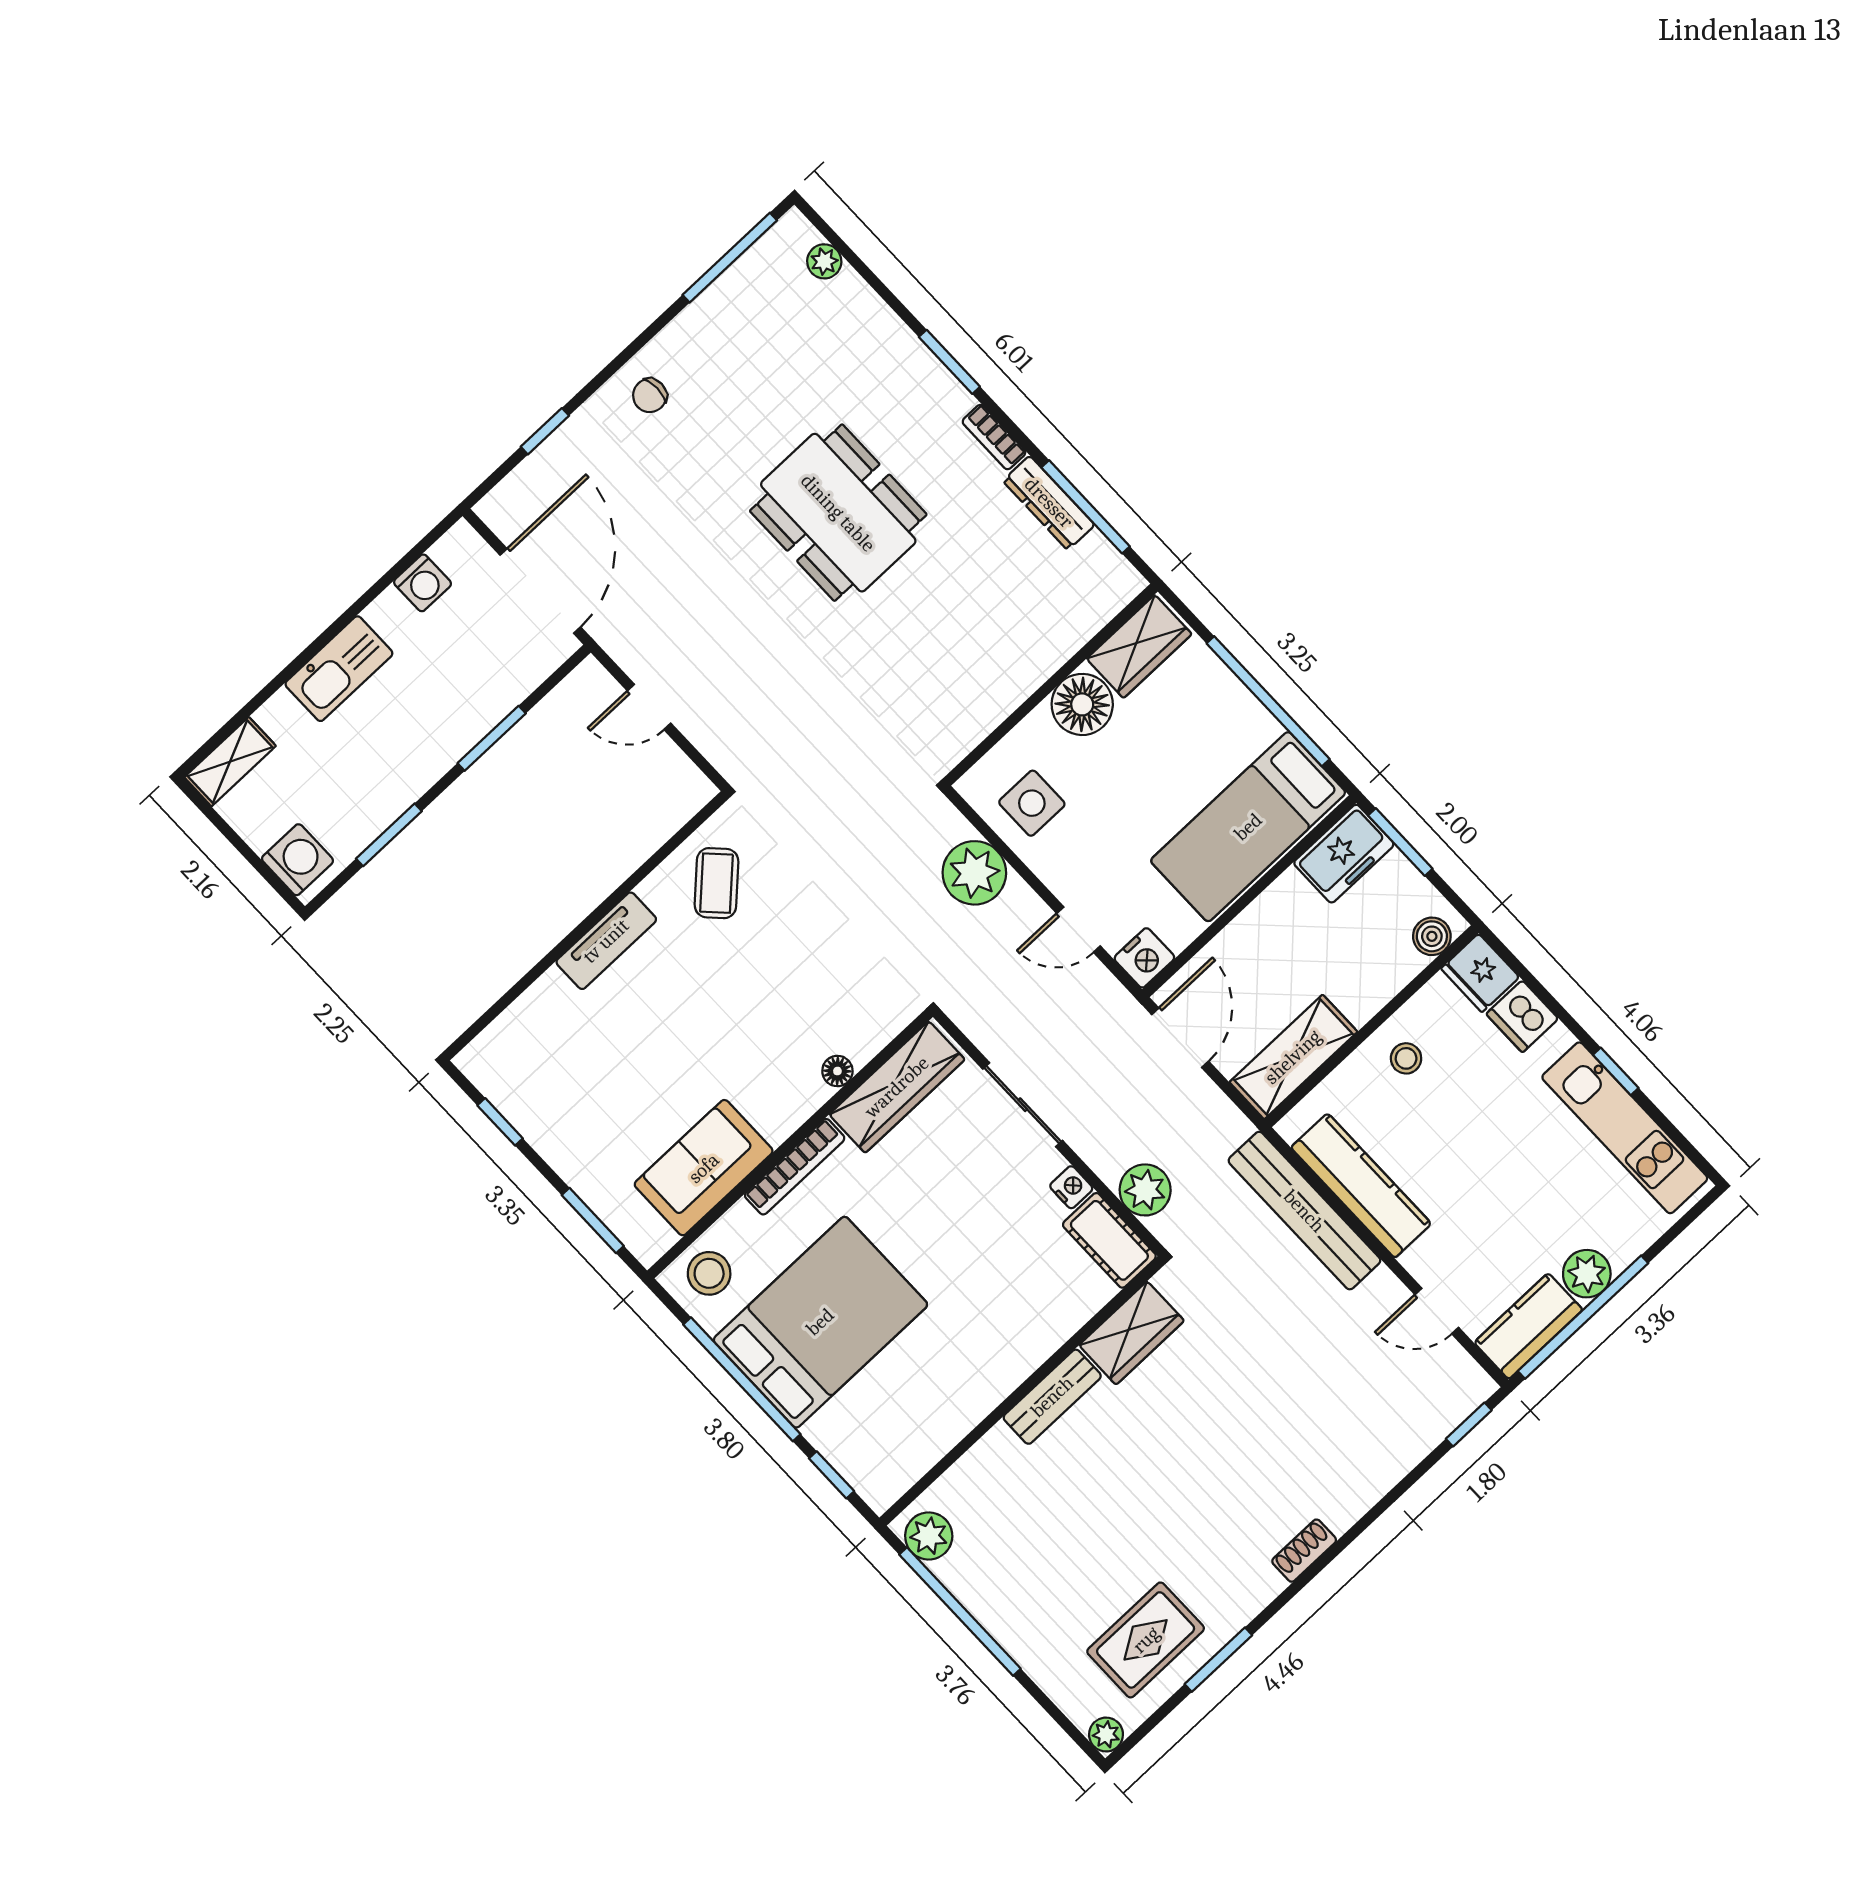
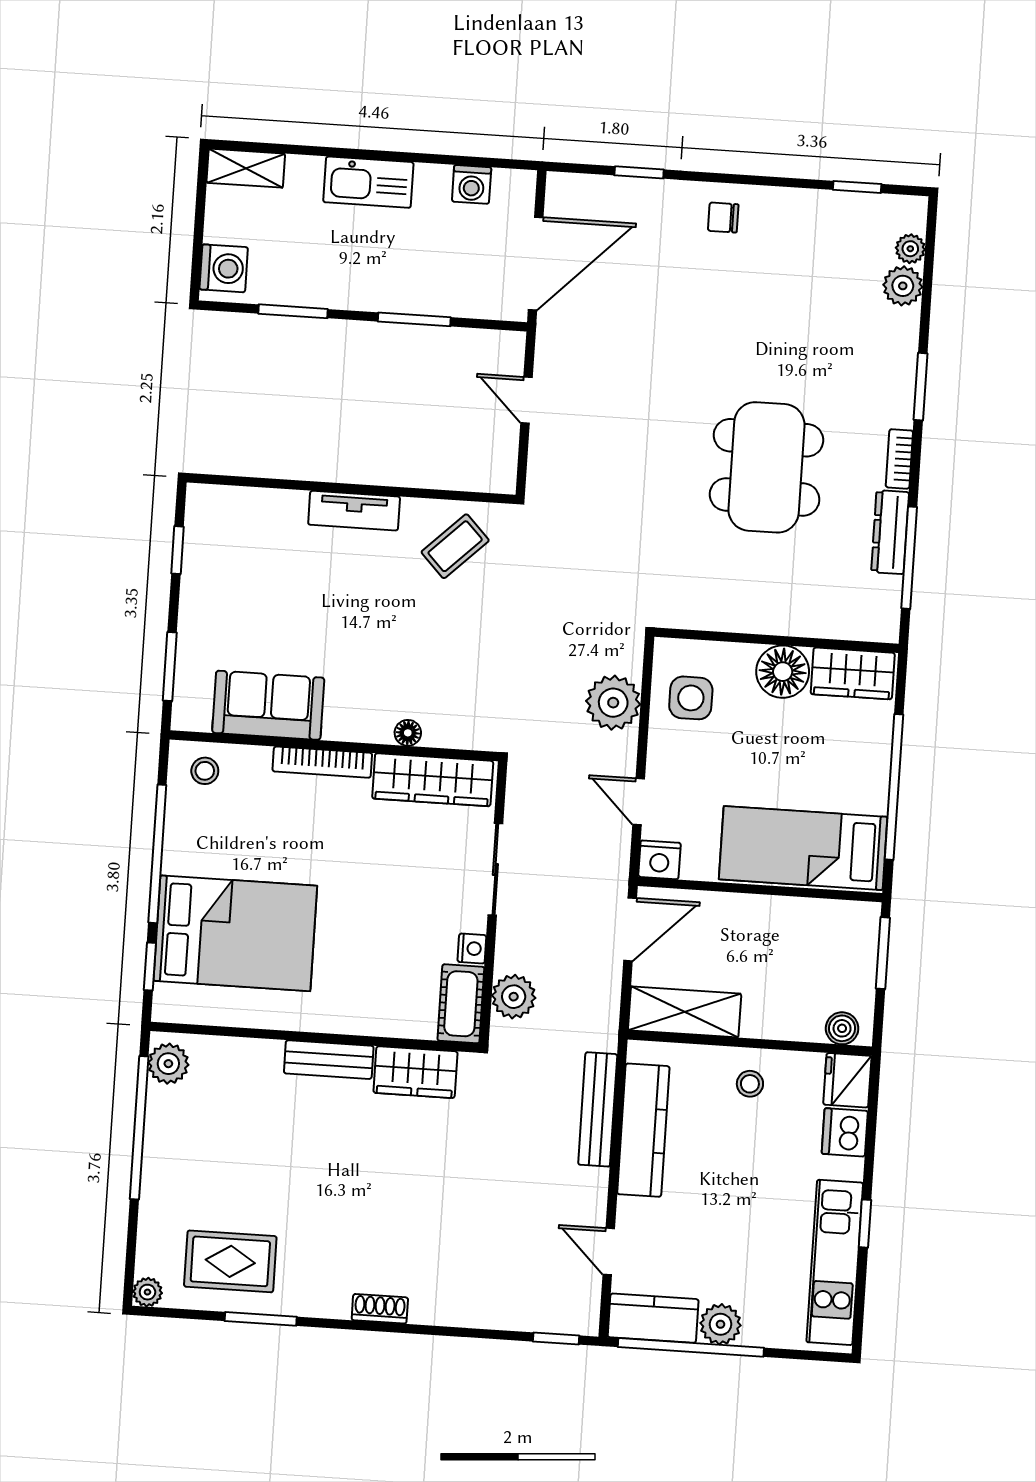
window: (730, 258) -> (857, 187), width x0.46
plant: (850, 297) -> (903, 286), added
dining table: (838, 513) -> (766, 467), moved
freezer: (1344, 854) -> (842, 924), removed
bench: (1304, 1211) -> (598, 1109), width x0.73, depth x0.82
stool: (709, 1273) -> (205, 771), width x0.73, depth x0.73
bed: (820, 1322) -> (235, 933), moved

